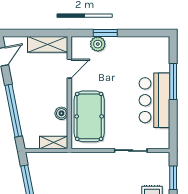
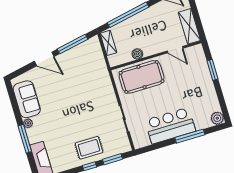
plant: (98, 44) -> (217, 118), moved
shelving: (54, 143) -> (108, 43), moved

